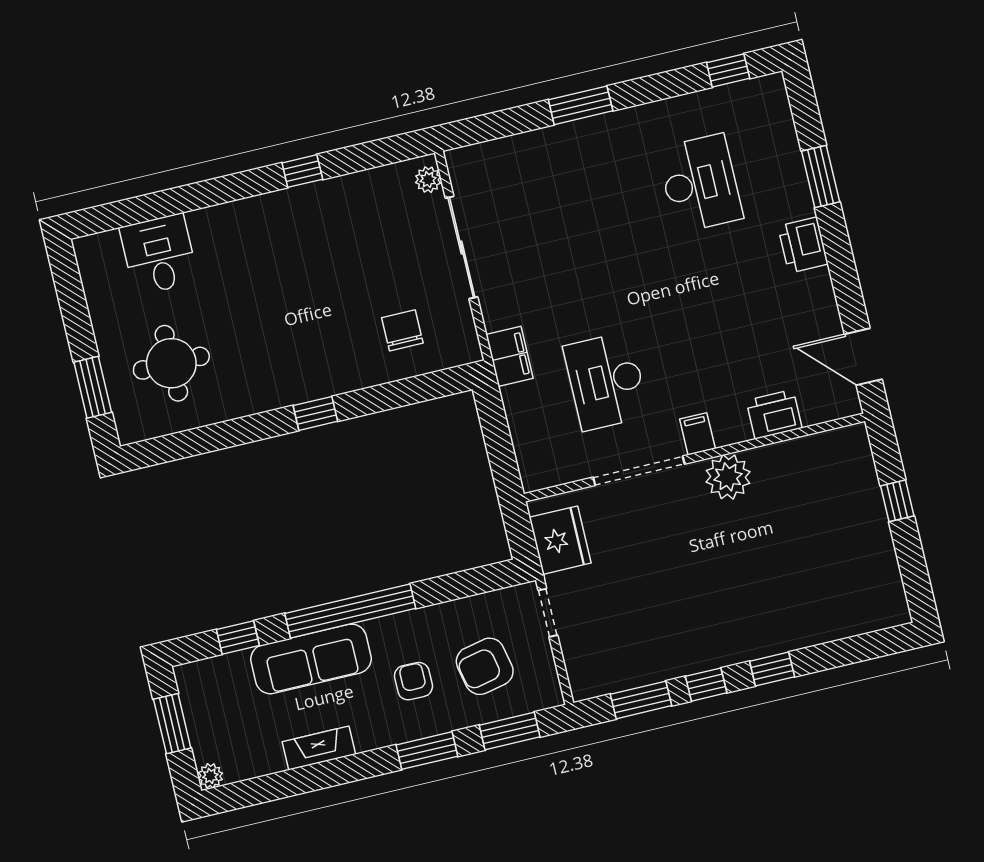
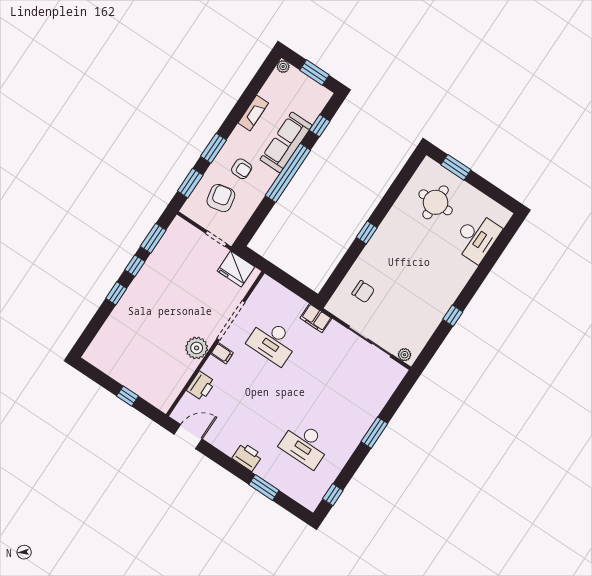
desk: (159, 255) -> (476, 237), width x1.37
desk: (606, 381) -> (273, 342), turned 180

